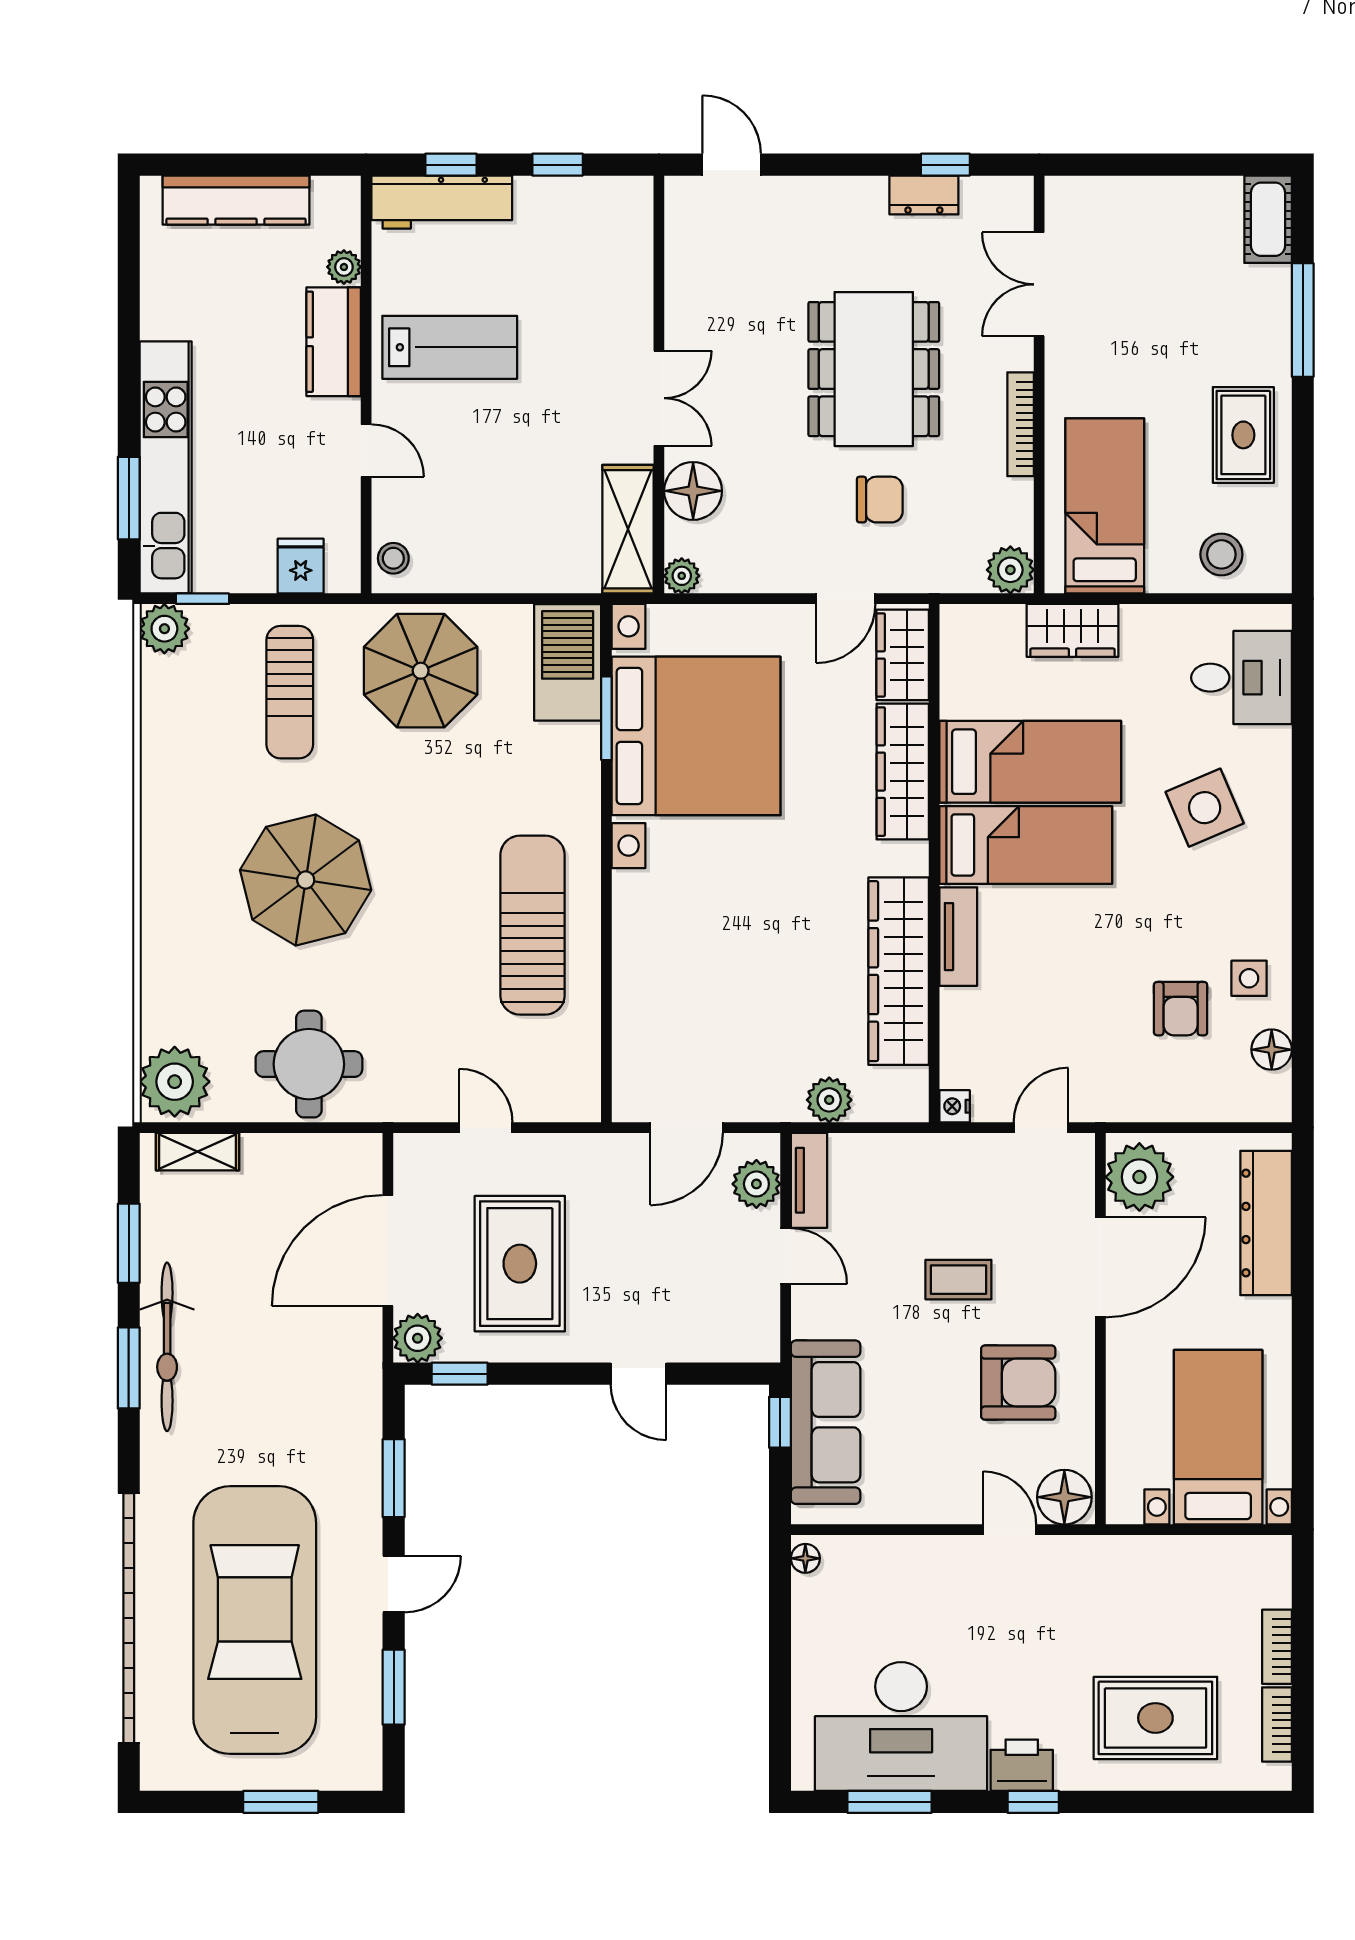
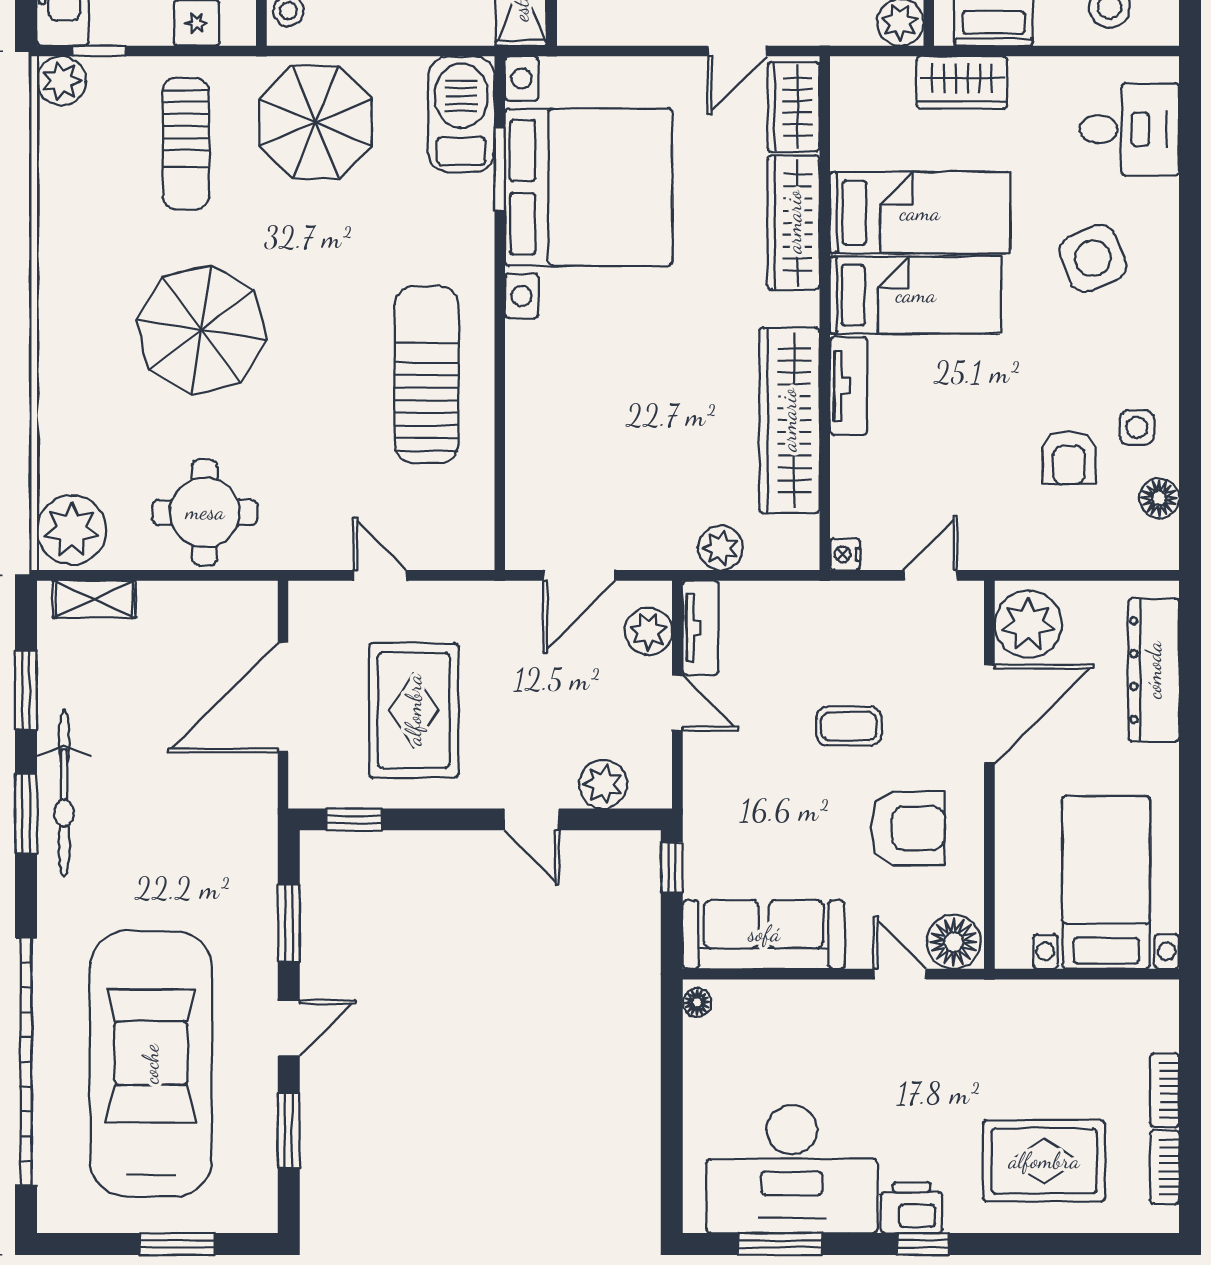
plant: (682, 576) -> (574, 28), removed
plant: (418, 1338) -> (603, 784), moved
sofa: (826, 1422) -> (764, 934), moved, turned -90

